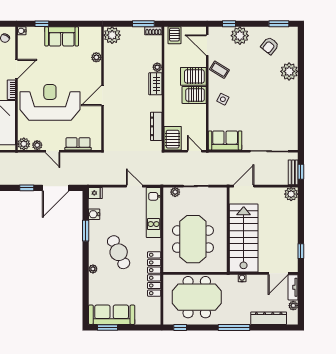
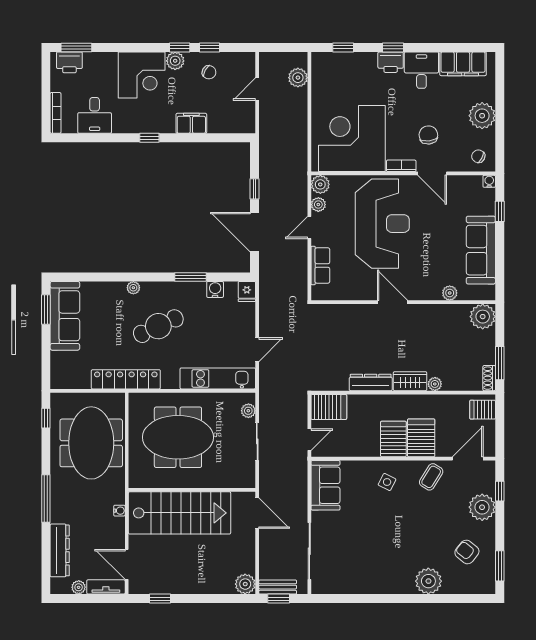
sofa: (62, 36) -> (481, 250), width x1.36
dresser: (156, 126) -> (371, 382), moved

